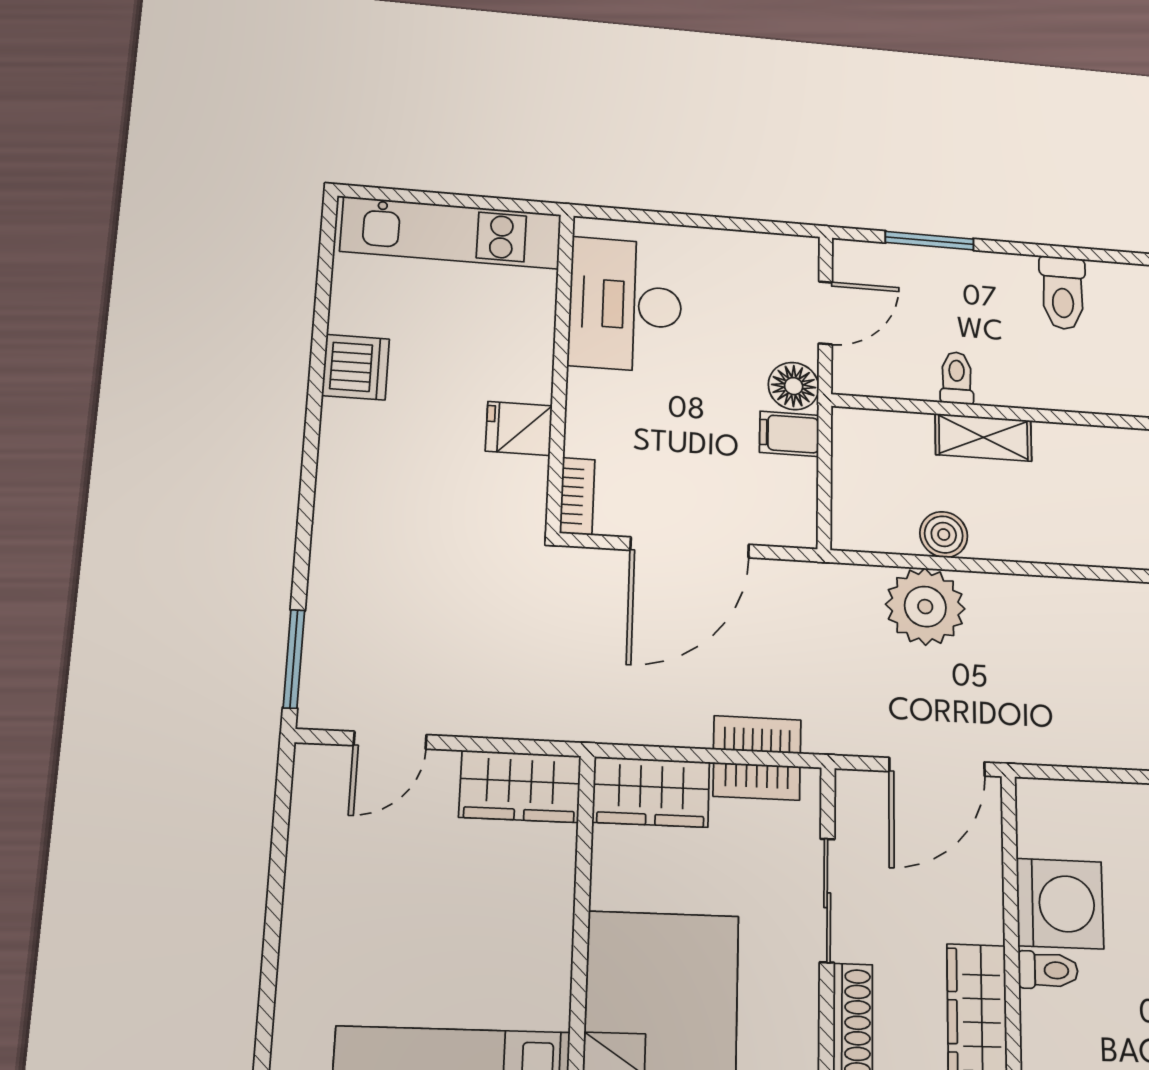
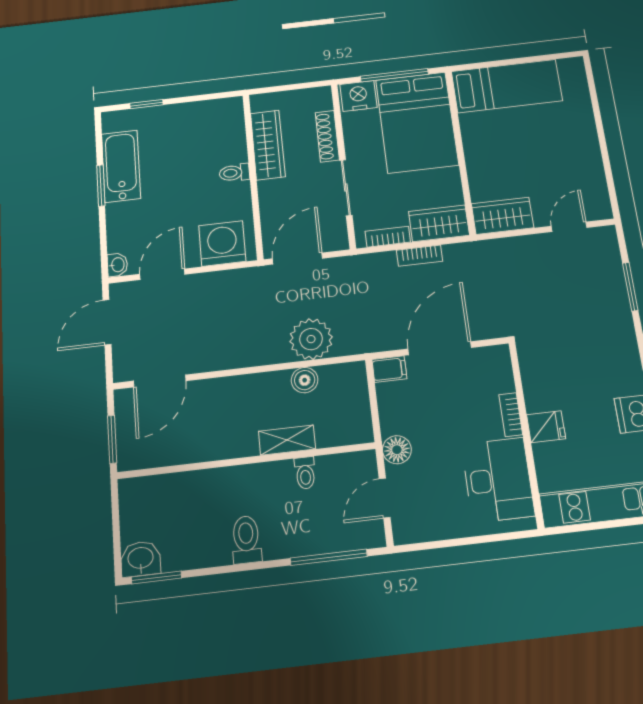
window: (930, 241) -> (329, 557), width x1.44
fridge: (519, 428) -> (546, 427), moved
filing cabinet: (789, 434) -> (389, 369), moved
bookcase: (577, 496) -> (511, 415), moved
window: (294, 659) -> (630, 287), moved
bookcase: (757, 735) -> (419, 256), moved
washing machine: (1060, 904) -> (222, 243), moved, turned 90

